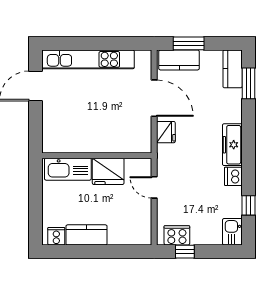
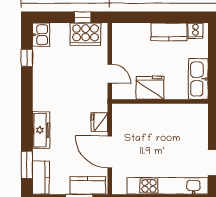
freezer: (232, 145) -> (41, 130), moved
kitchen sink: (68, 169) -> (198, 79), moved, turned -90
dishwasher: (233, 176) -> (40, 83), removed
cooker: (177, 235) -> (86, 34), width x1.37, depth x1.31

